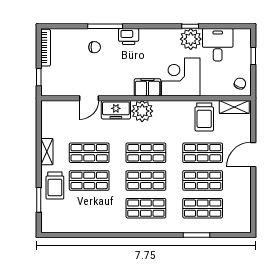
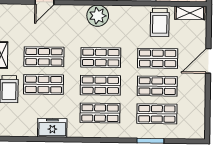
freezer: (116, 110) -> (52, 128), moved, turned 180

